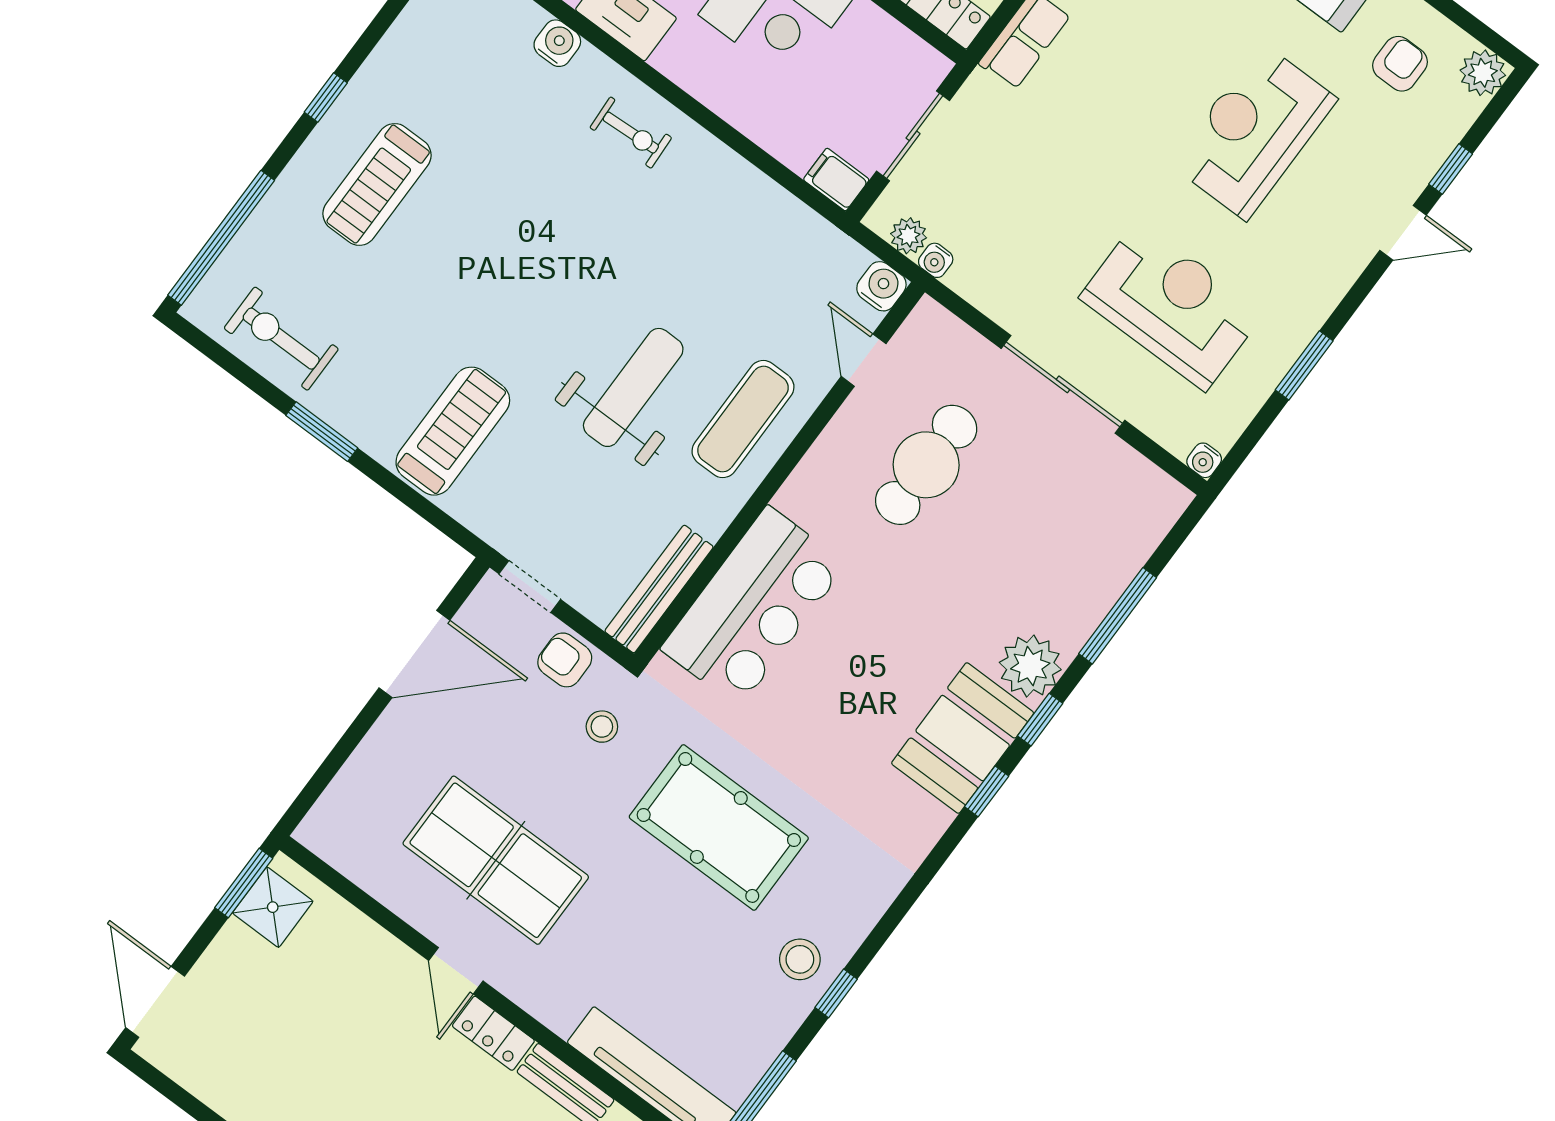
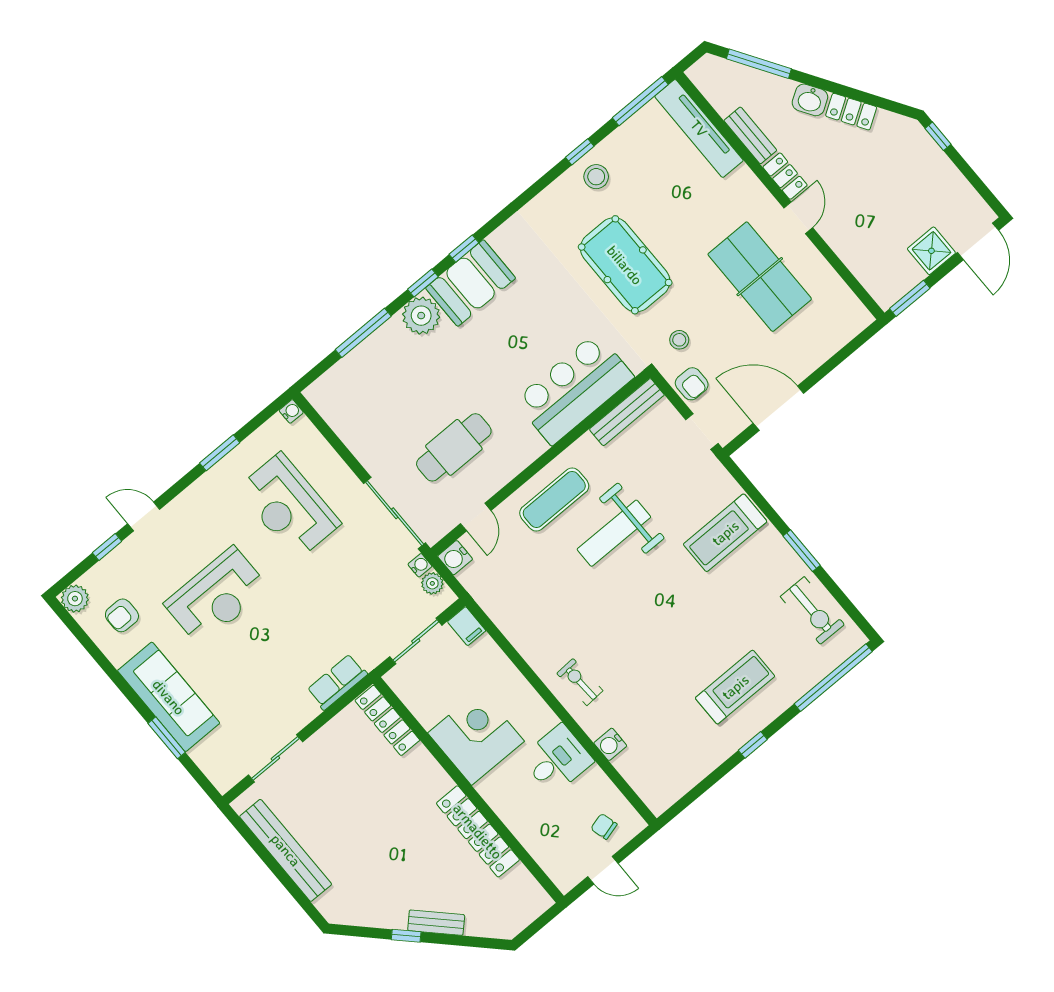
sliding door: (1063, 384) -> (395, 513), moved
shower: (273, 907) -> (931, 251), moved

